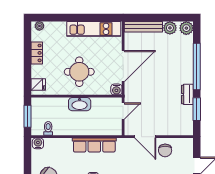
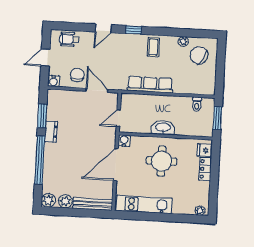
locker: (37, 53) -> (205, 169), moved
water cooler: (38, 143) -> (53, 81), moved

